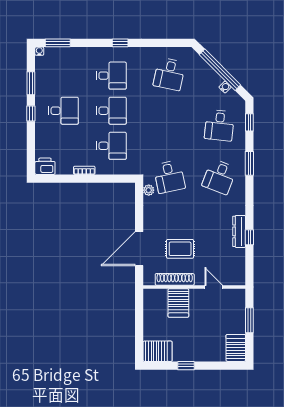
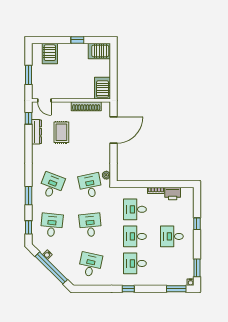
window: (31, 83) -> (197, 268), moved
window: (31, 113) -> (197, 224), moved
desk: (169, 125) -> (90, 225), added
printer: (45, 166) -> (173, 194), moved
dresser: (239, 231) -> (36, 132), moved
window: (249, 237) -> (28, 118), moved
rug: (180, 249) -> (61, 132), moved, turned 90
door: (214, 287) -> (44, 100), moved
server rack: (178, 303) -> (103, 88), moved
server rack: (236, 348) -> (50, 53), moved

